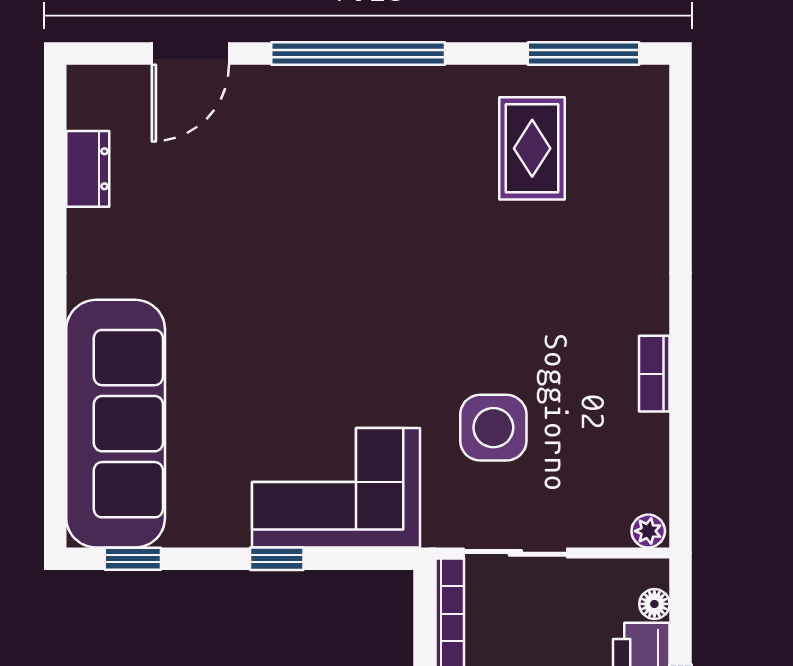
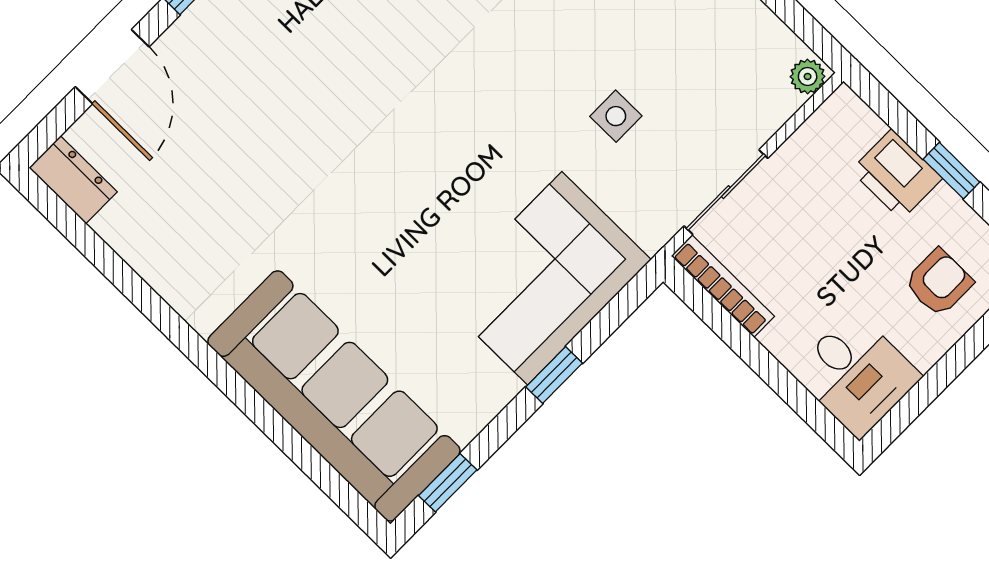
dresser: (88, 169) -> (73, 180), moved
side table: (493, 428) -> (616, 116), width x0.54, depth x0.54
floor lamp: (654, 604) -> (867, 126), removed

